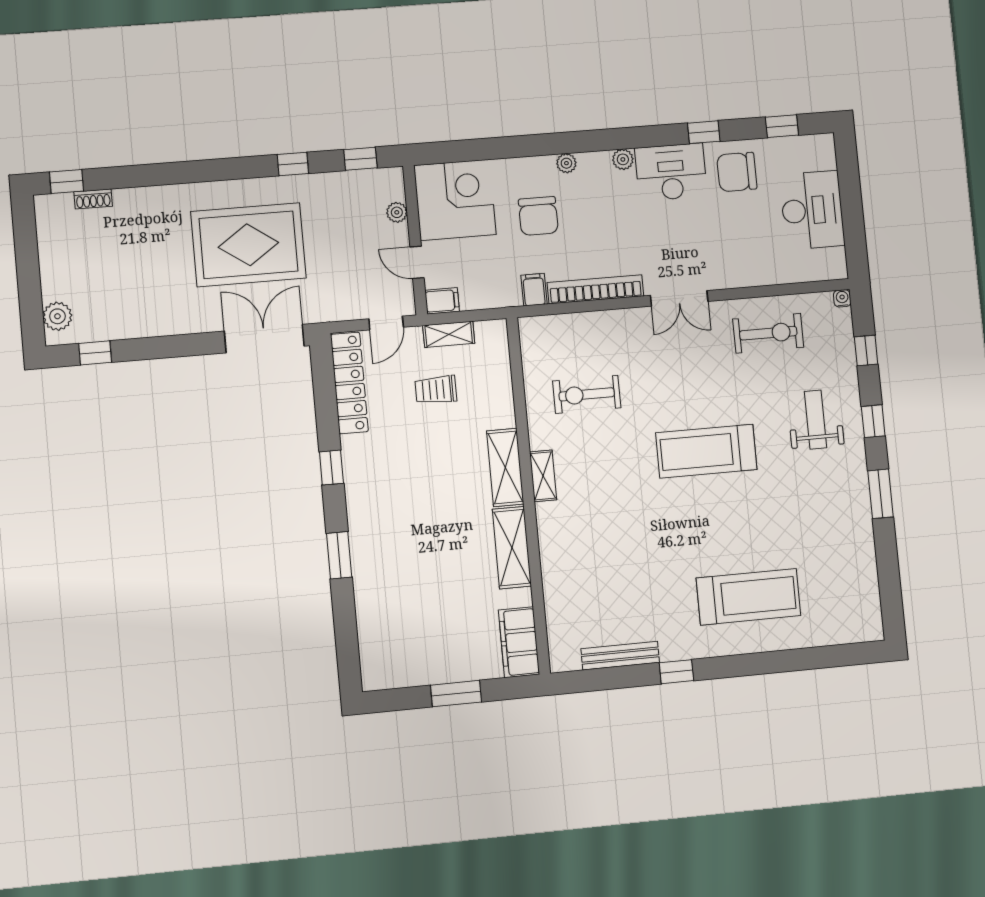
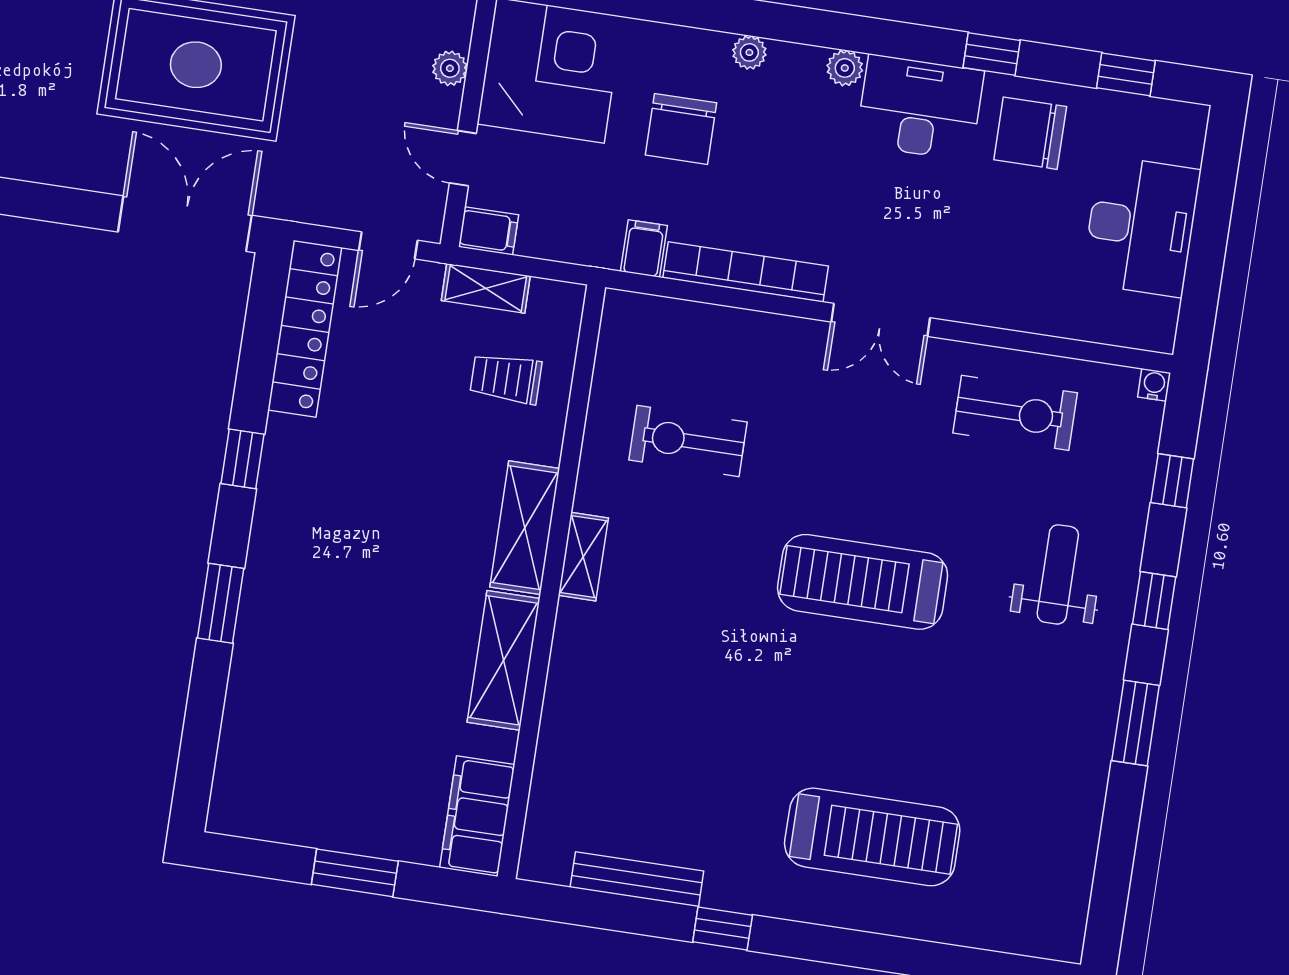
trolley: (436, 390) -> (506, 378), moved

